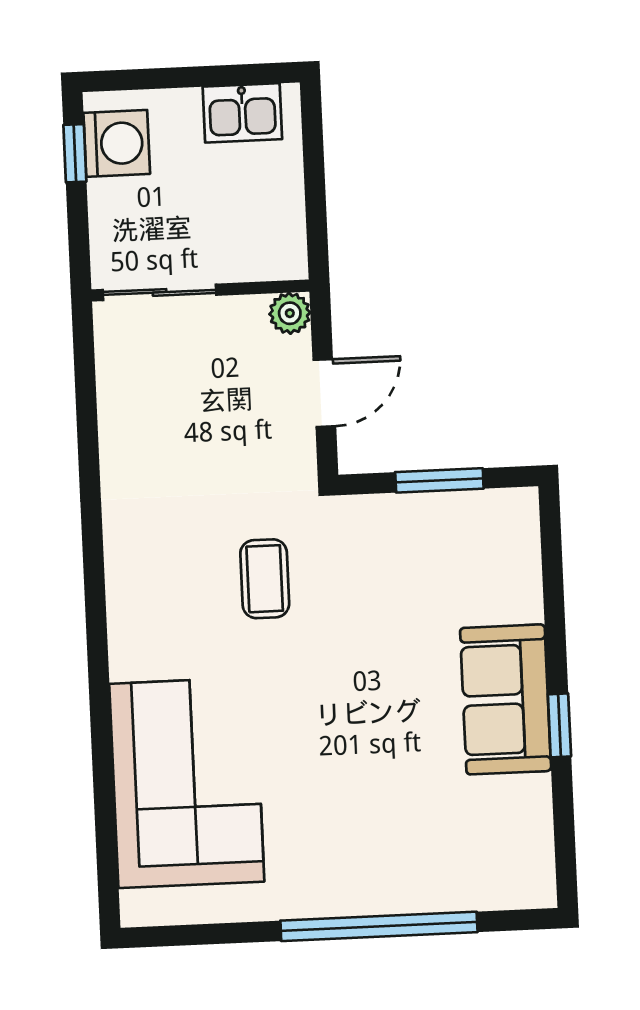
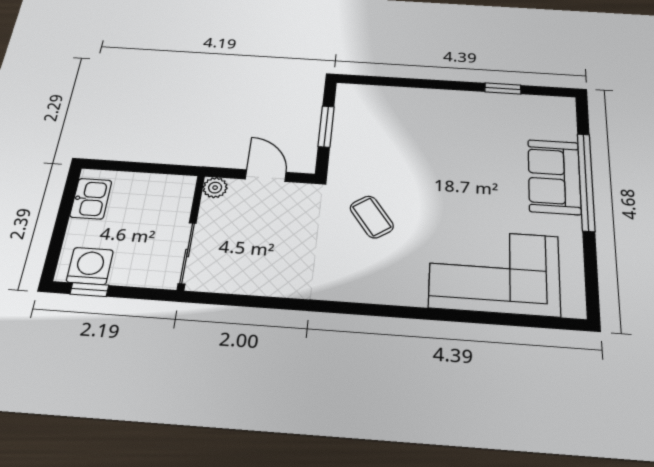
coffee table: (265, 579) -> (372, 217), turned 55
sofa: (506, 699) -> (554, 177), moved, turned 90
window: (559, 725) -> (503, 89), moved

